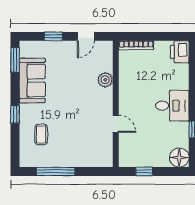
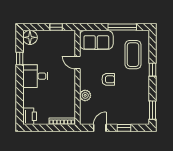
sofa: (32, 80) -> (96, 40), moved, turned -90
armchair: (74, 101) -> (108, 79), added
coffee table: (41, 134) -> (133, 55), width x1.86, depth x1.72

